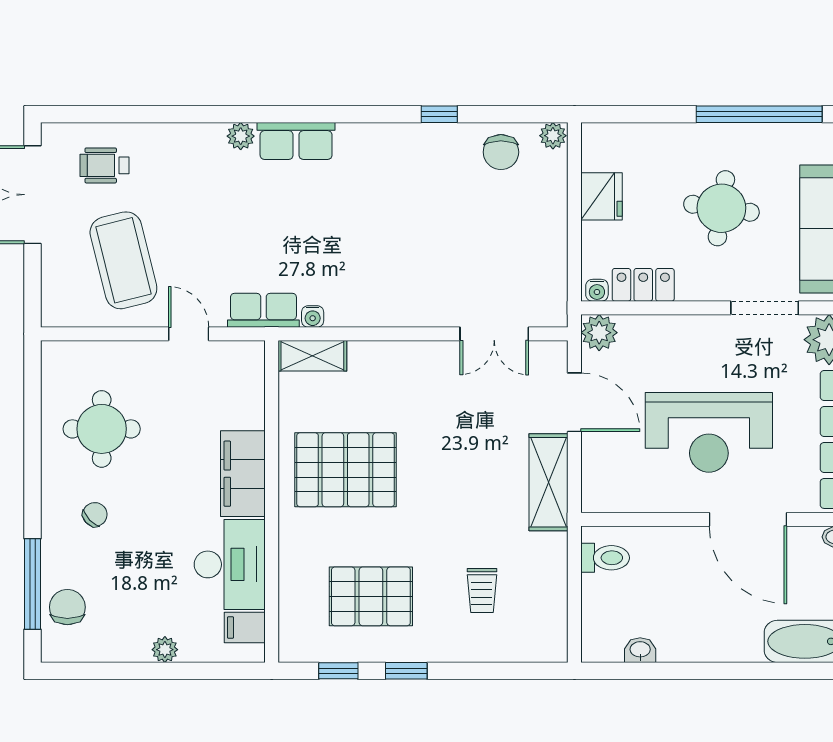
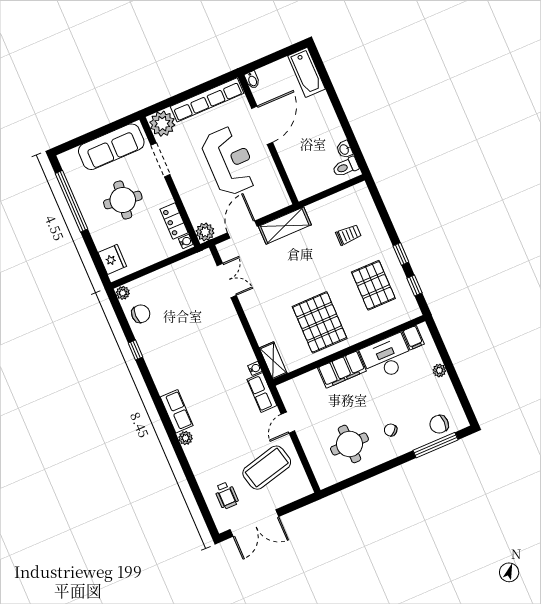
fridge: (601, 196) -> (112, 259), moved, turned 90
toilet: (605, 558) -> (346, 167), moved, turned -90

